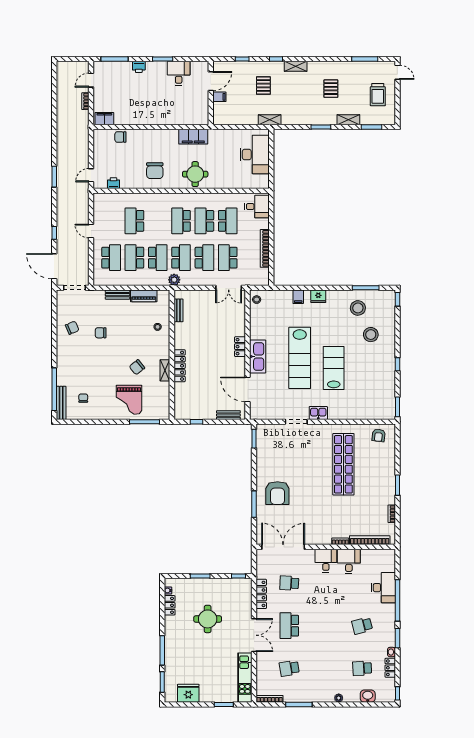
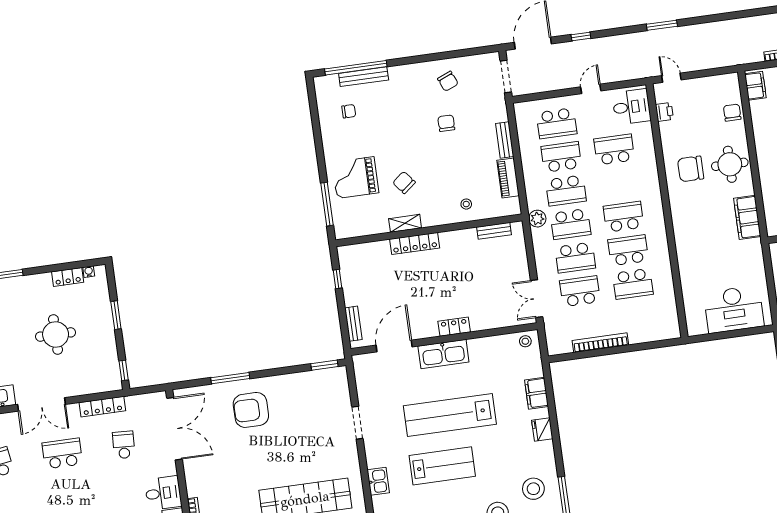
round table: (195, 174) -> (730, 164), moved
desk: (257, 207) -> (631, 107), moved, turned -90
filing cabinet: (298, 297) -> (537, 393), width x2.00
bench: (61, 403) -> (364, 77), moved
kitchen sink: (318, 413) -> (378, 481), moved

